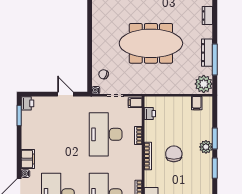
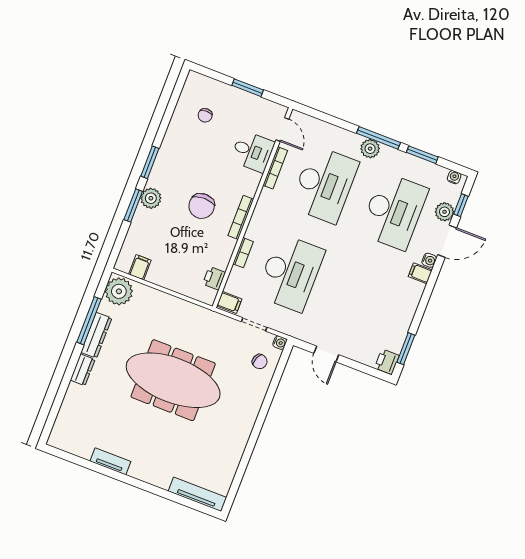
dresser: (207, 15) -> (83, 370), moved
filing cabinet: (28, 159) -> (420, 273), width x0.50

